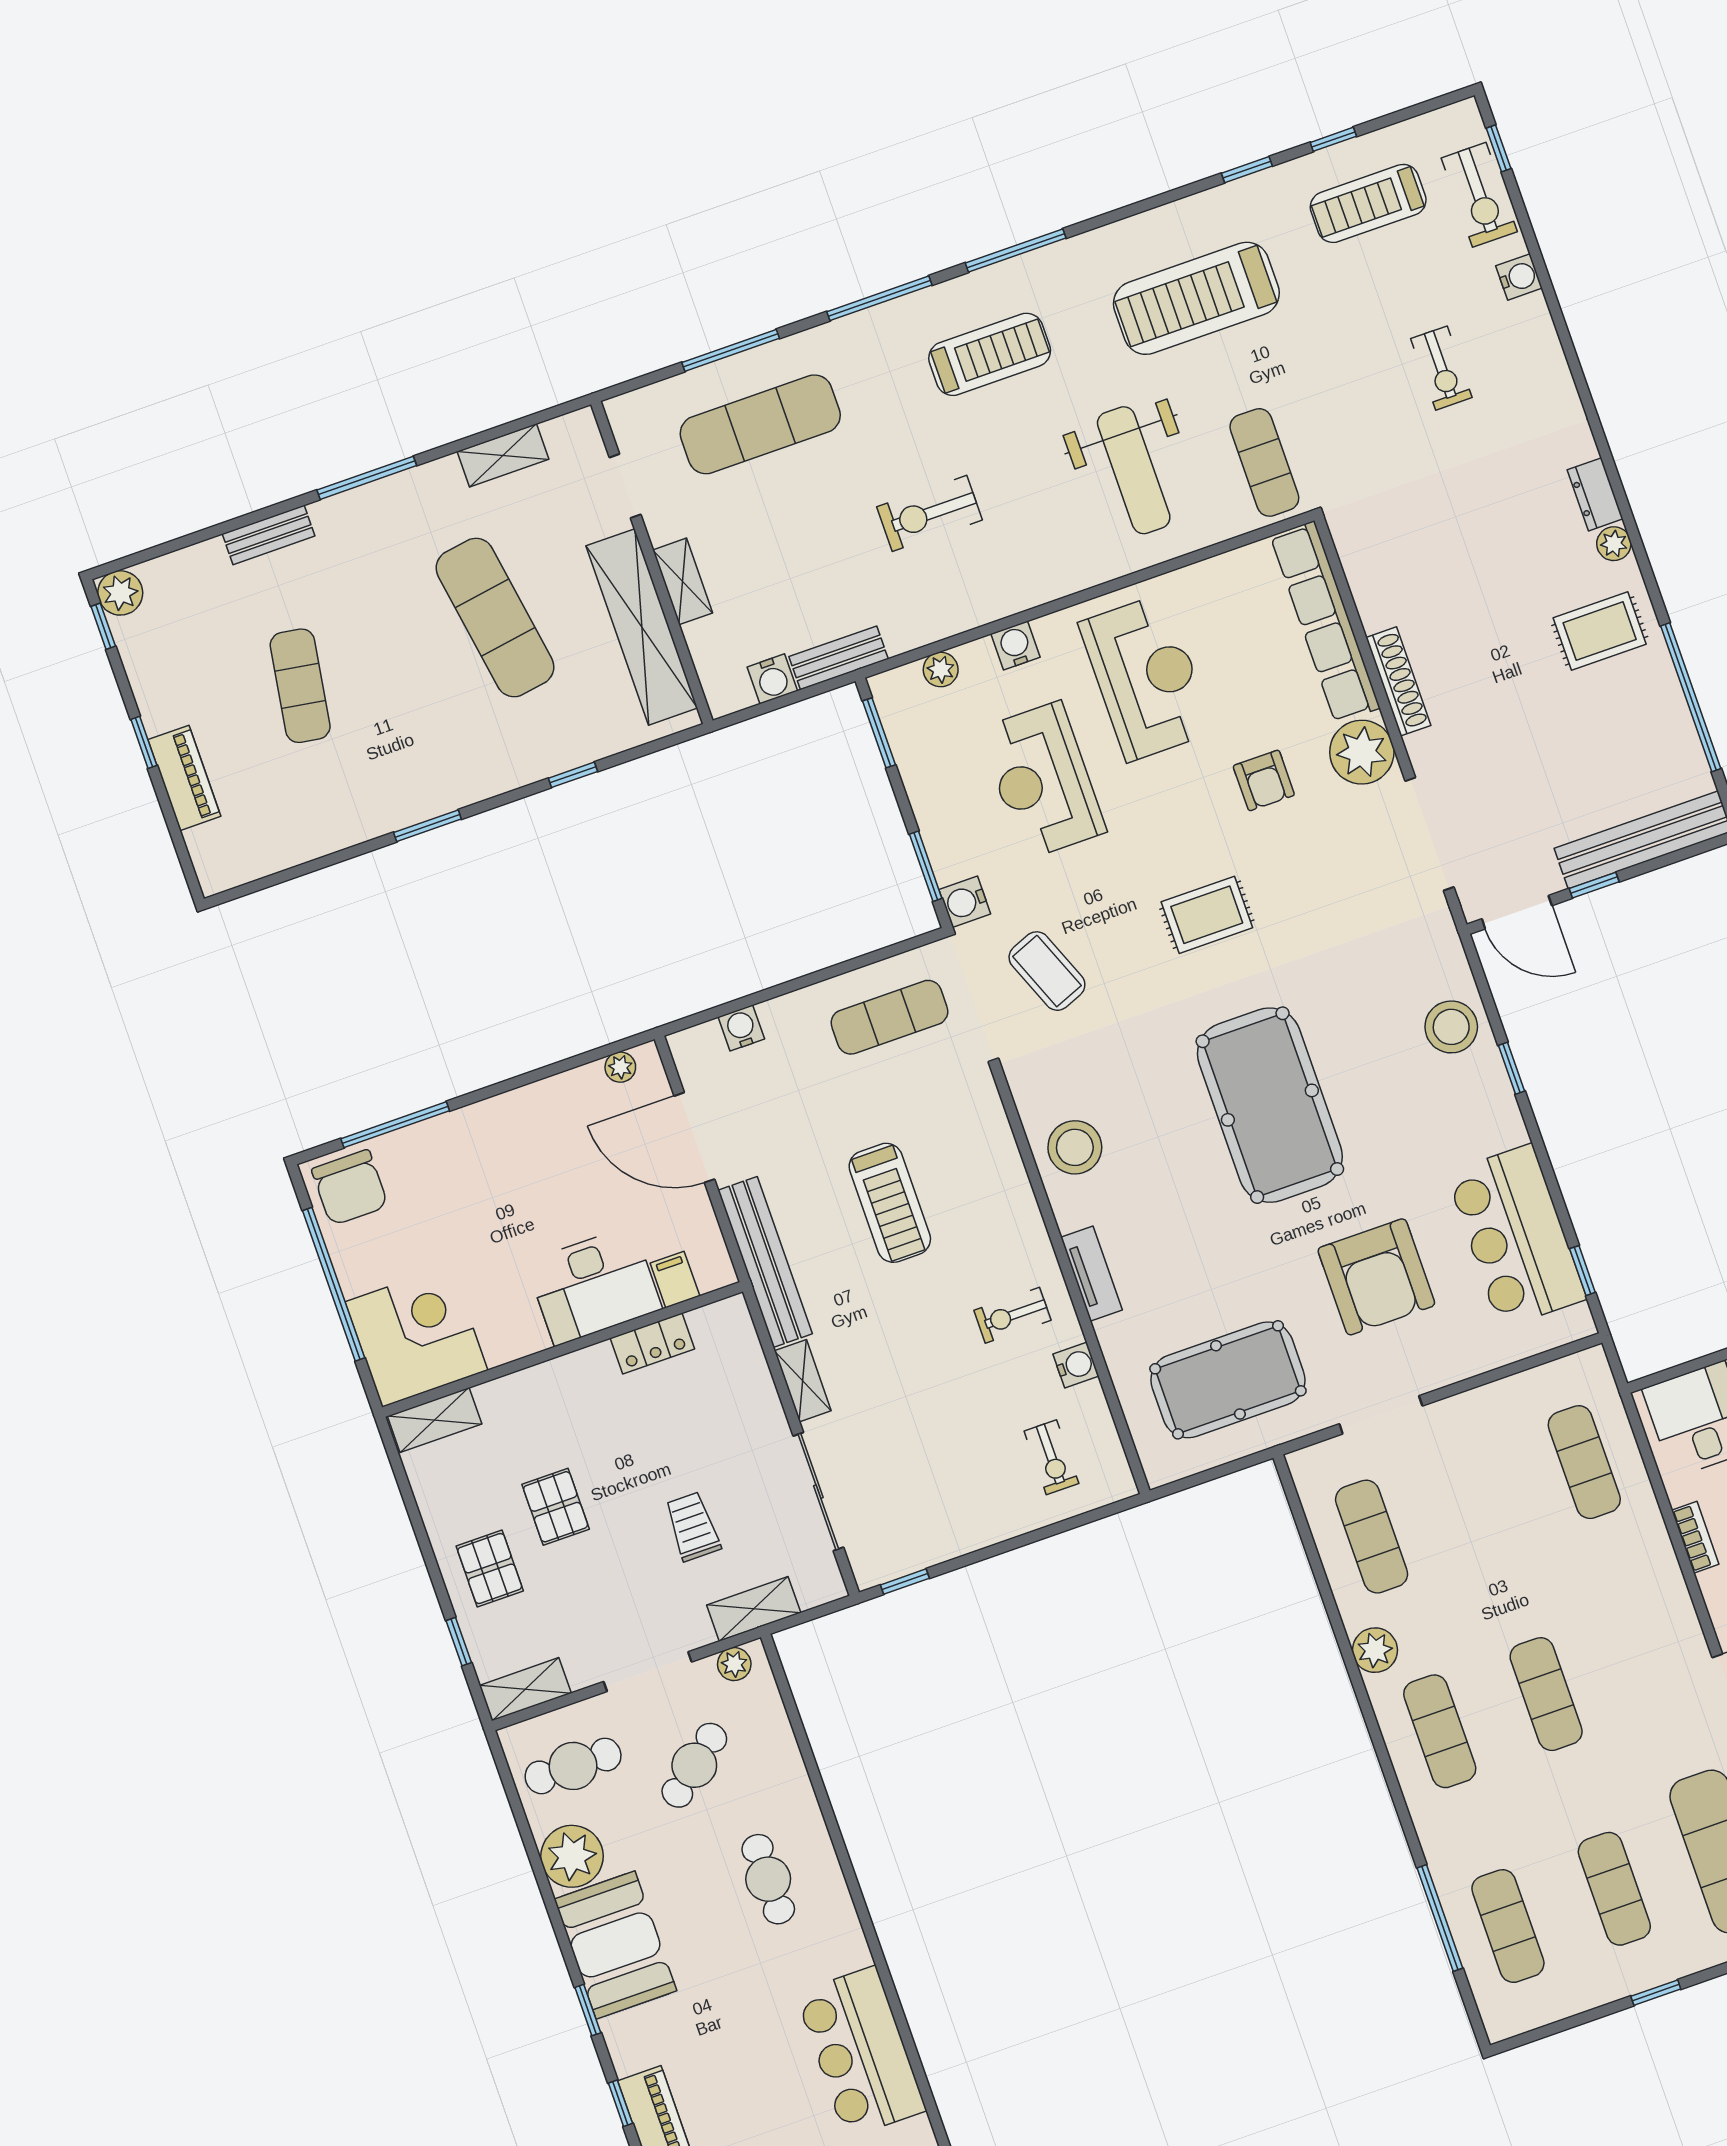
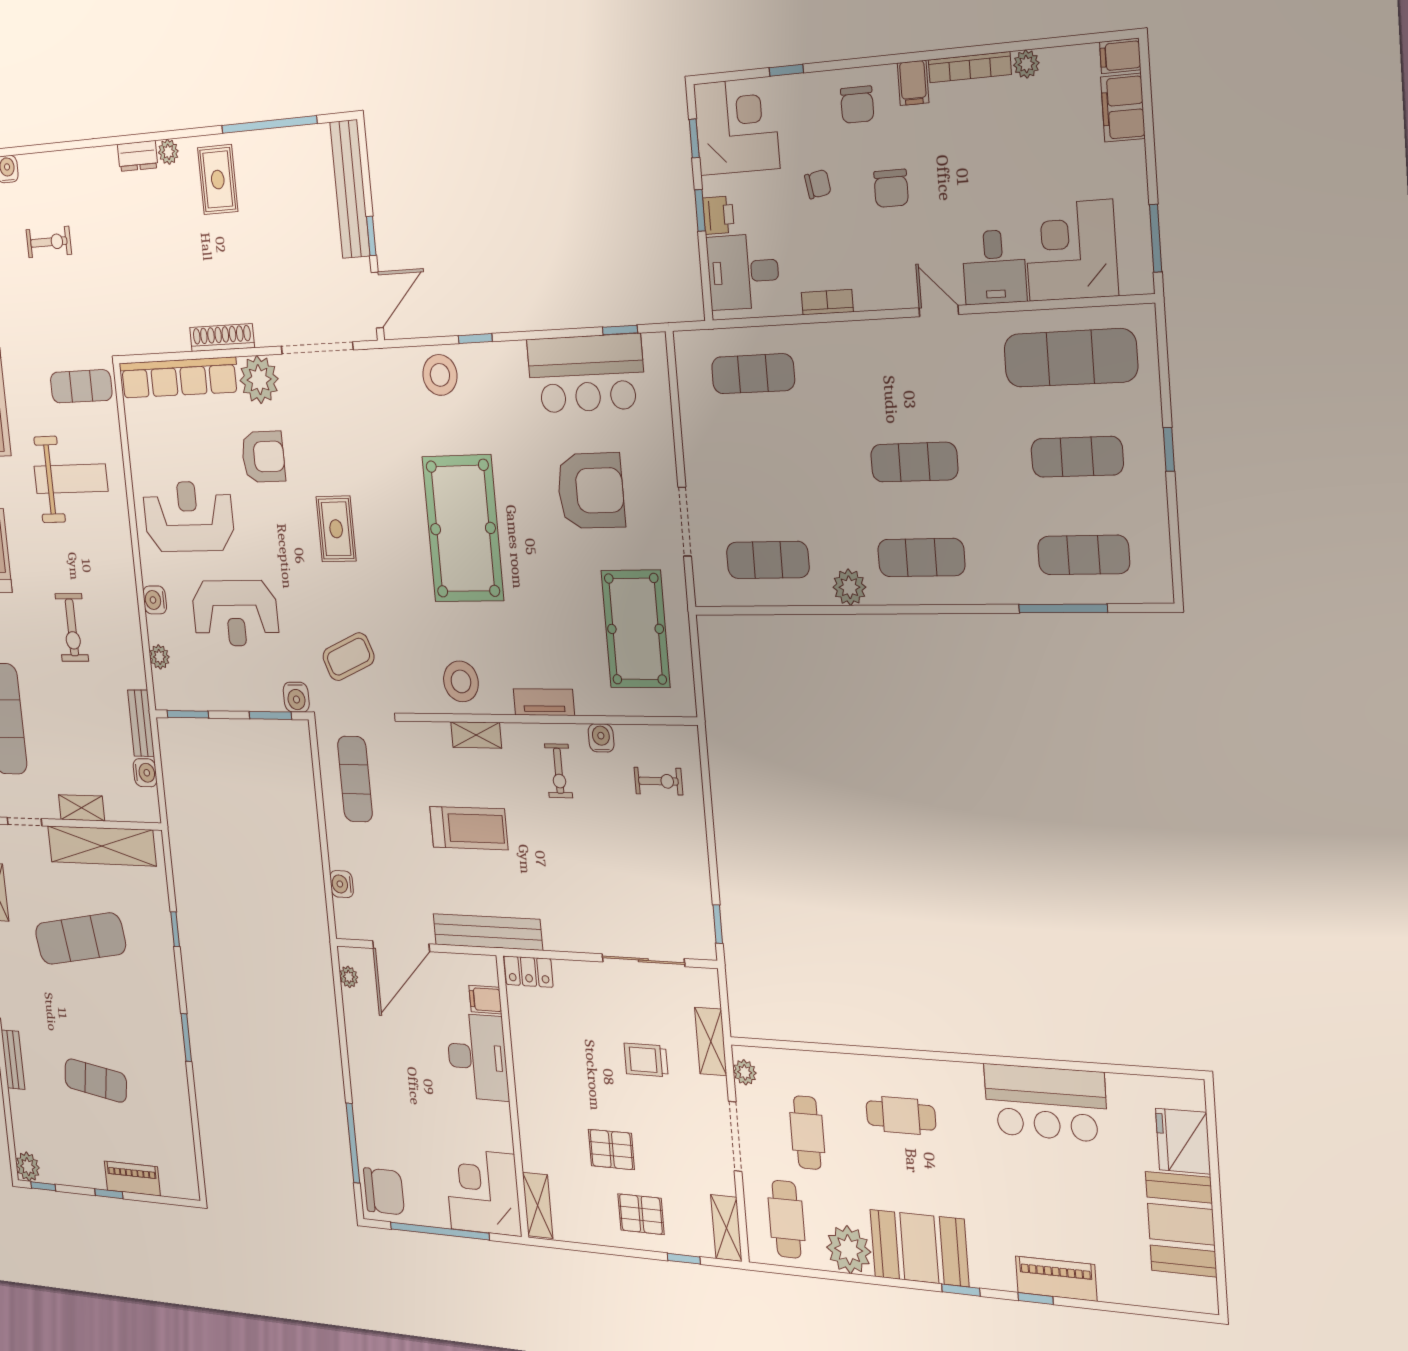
armchair: (1264, 780) -> (263, 457), width x1.38, depth x1.38
pool table: (1270, 1105) -> (463, 529), turned 90
locker: (652, 1343) -> (528, 972), moved, turned 90
shelving: (803, 1381) -> (476, 735), moved
cafe table: (694, 1765) -> (807, 1133), turned 39

